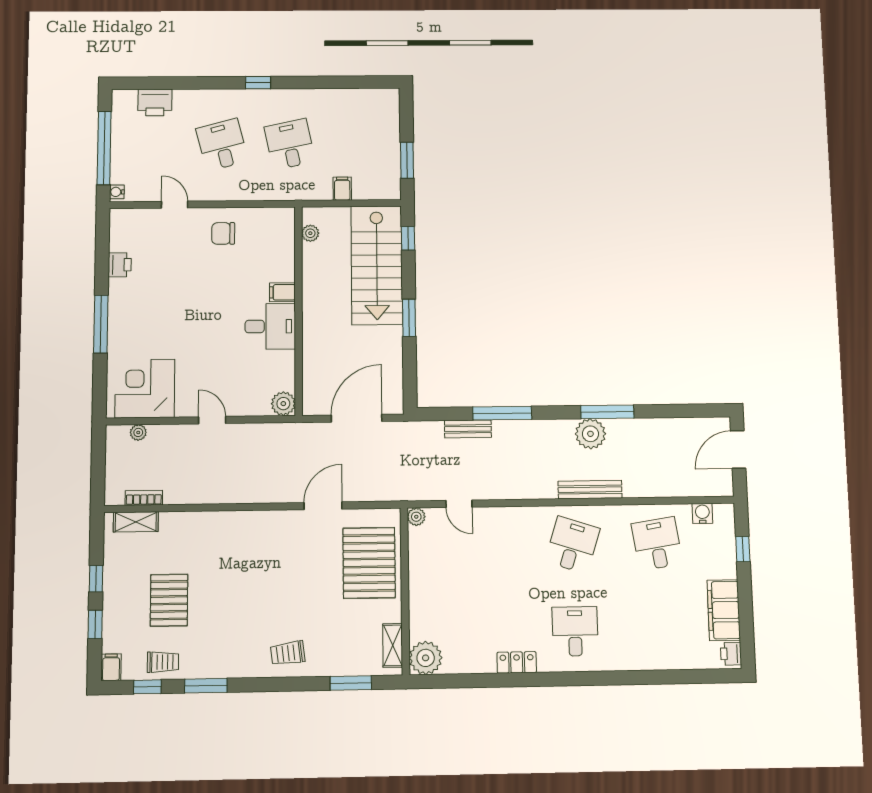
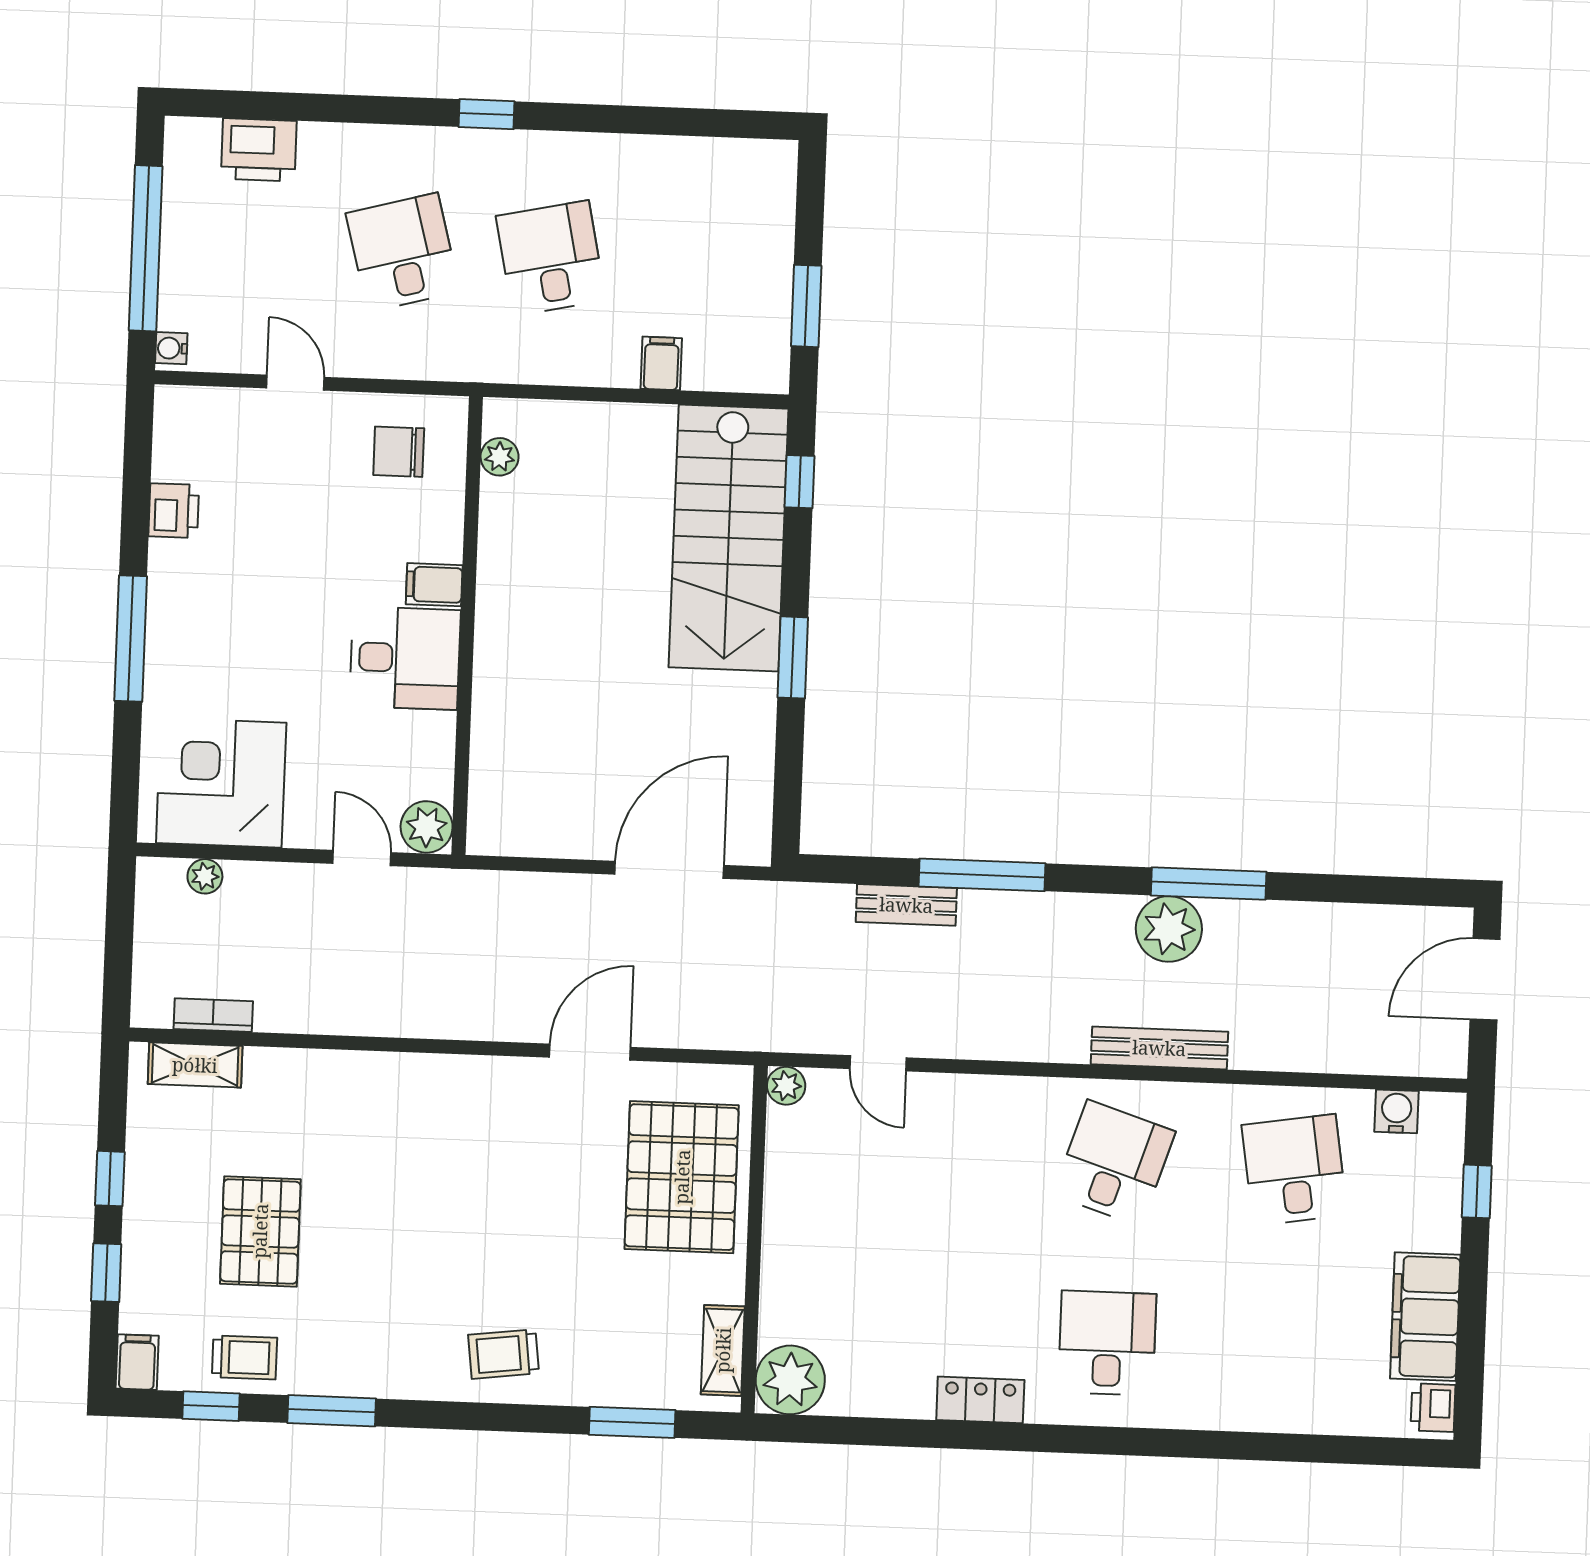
plant: (310, 233) -> (500, 457), moved
filing cabinet: (283, 292) -> (434, 585), moved
wall: (299, 310) -> (467, 626), moved
desk: (270, 326) -> (405, 658), moved
plant: (283, 404) -> (427, 827), moved

